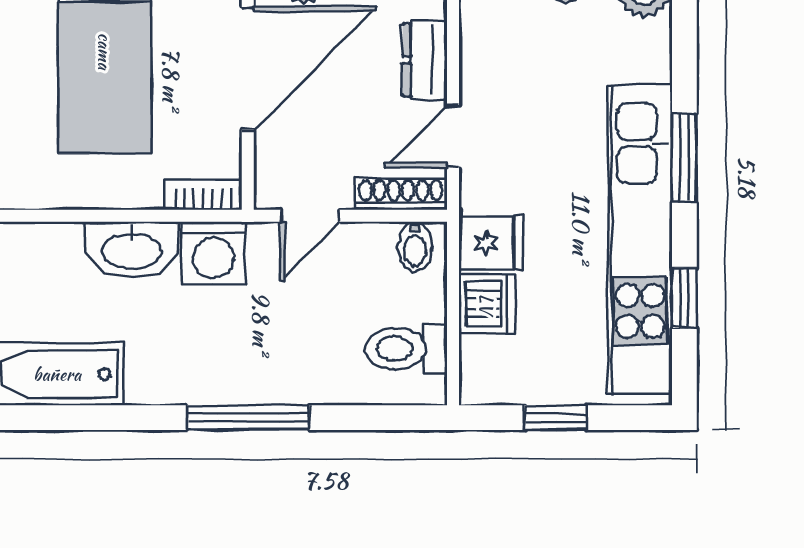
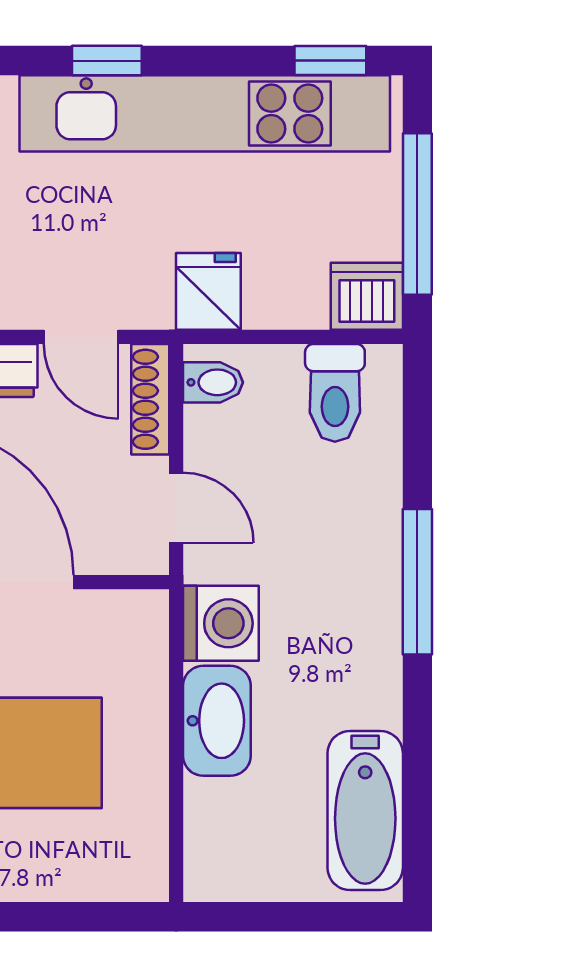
window: (684, 158) -> (107, 61), width x0.67
bookcase: (203, 194) -> (151, 635), removed
window: (684, 298) -> (330, 61), moved
dishwasher: (487, 304) -> (367, 296), moved
window: (556, 418) -> (417, 214), width x2.17

